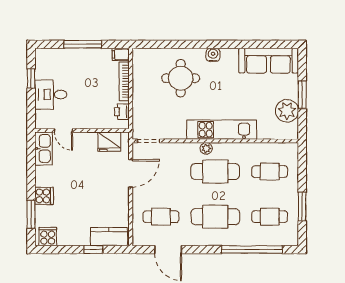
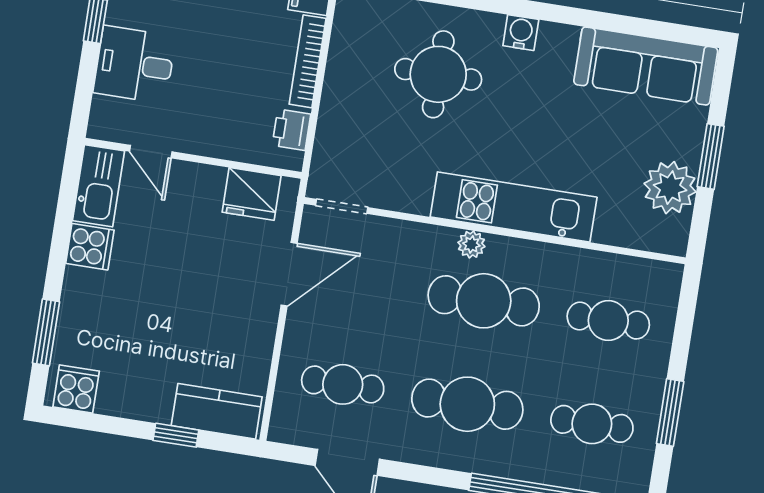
cooker: (44, 196) -> (90, 247), moved

